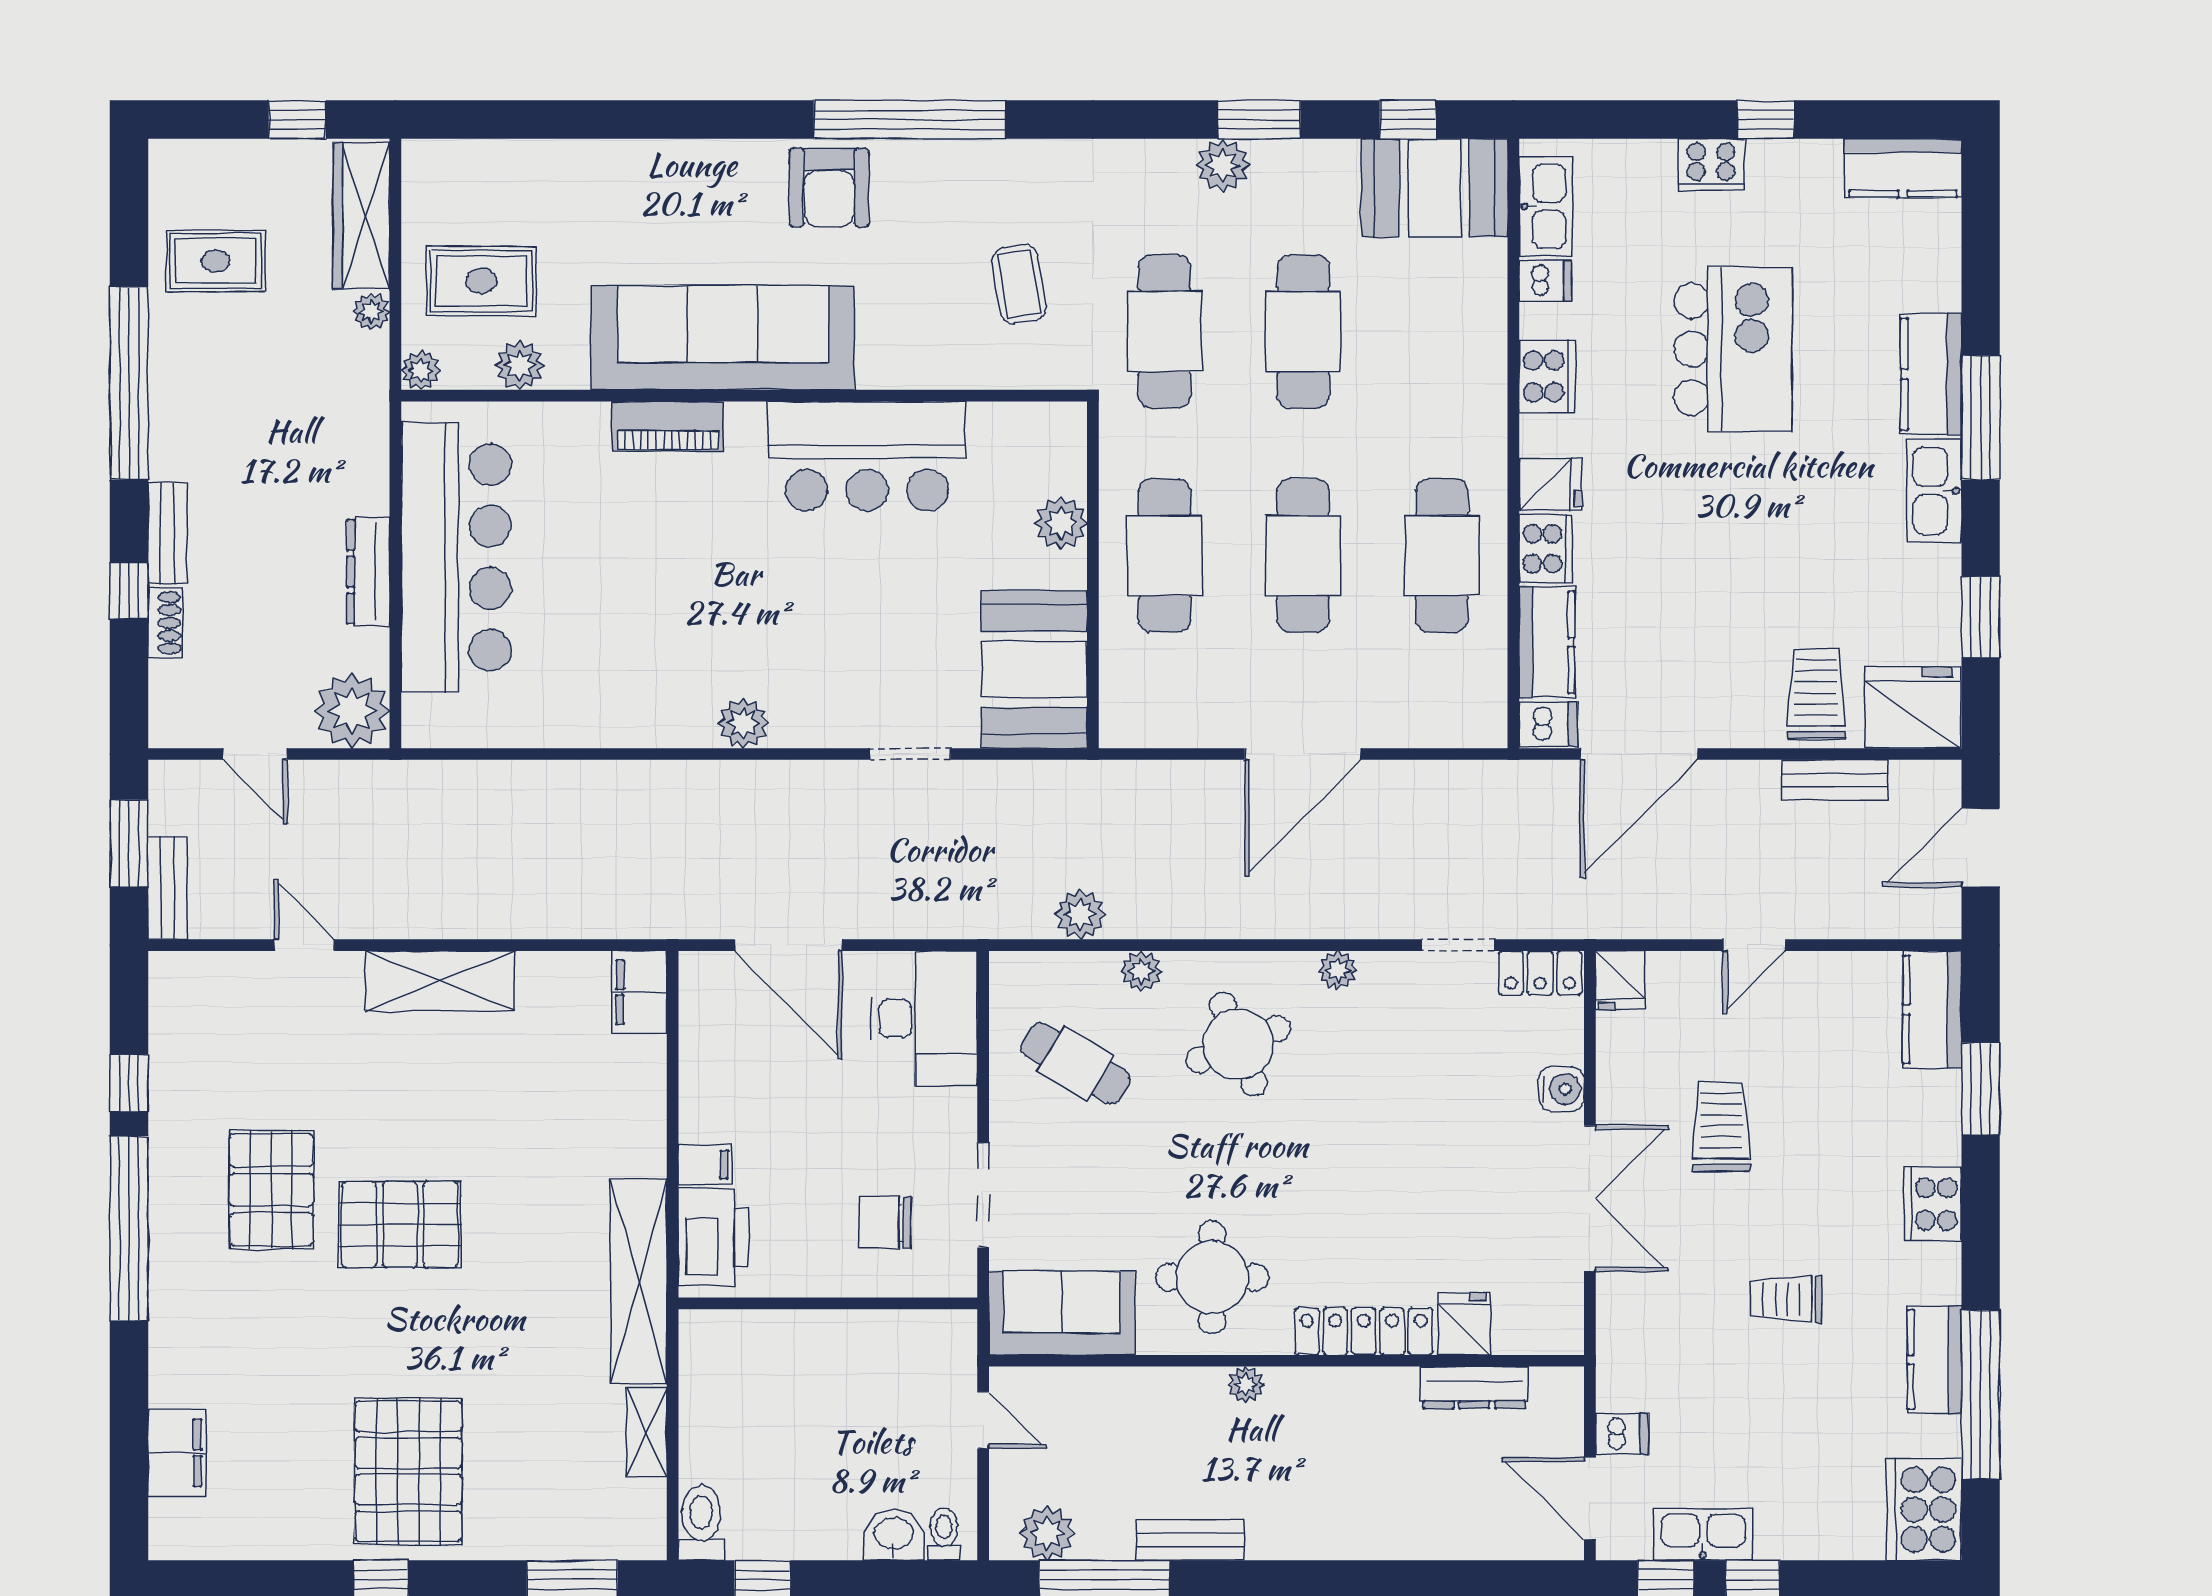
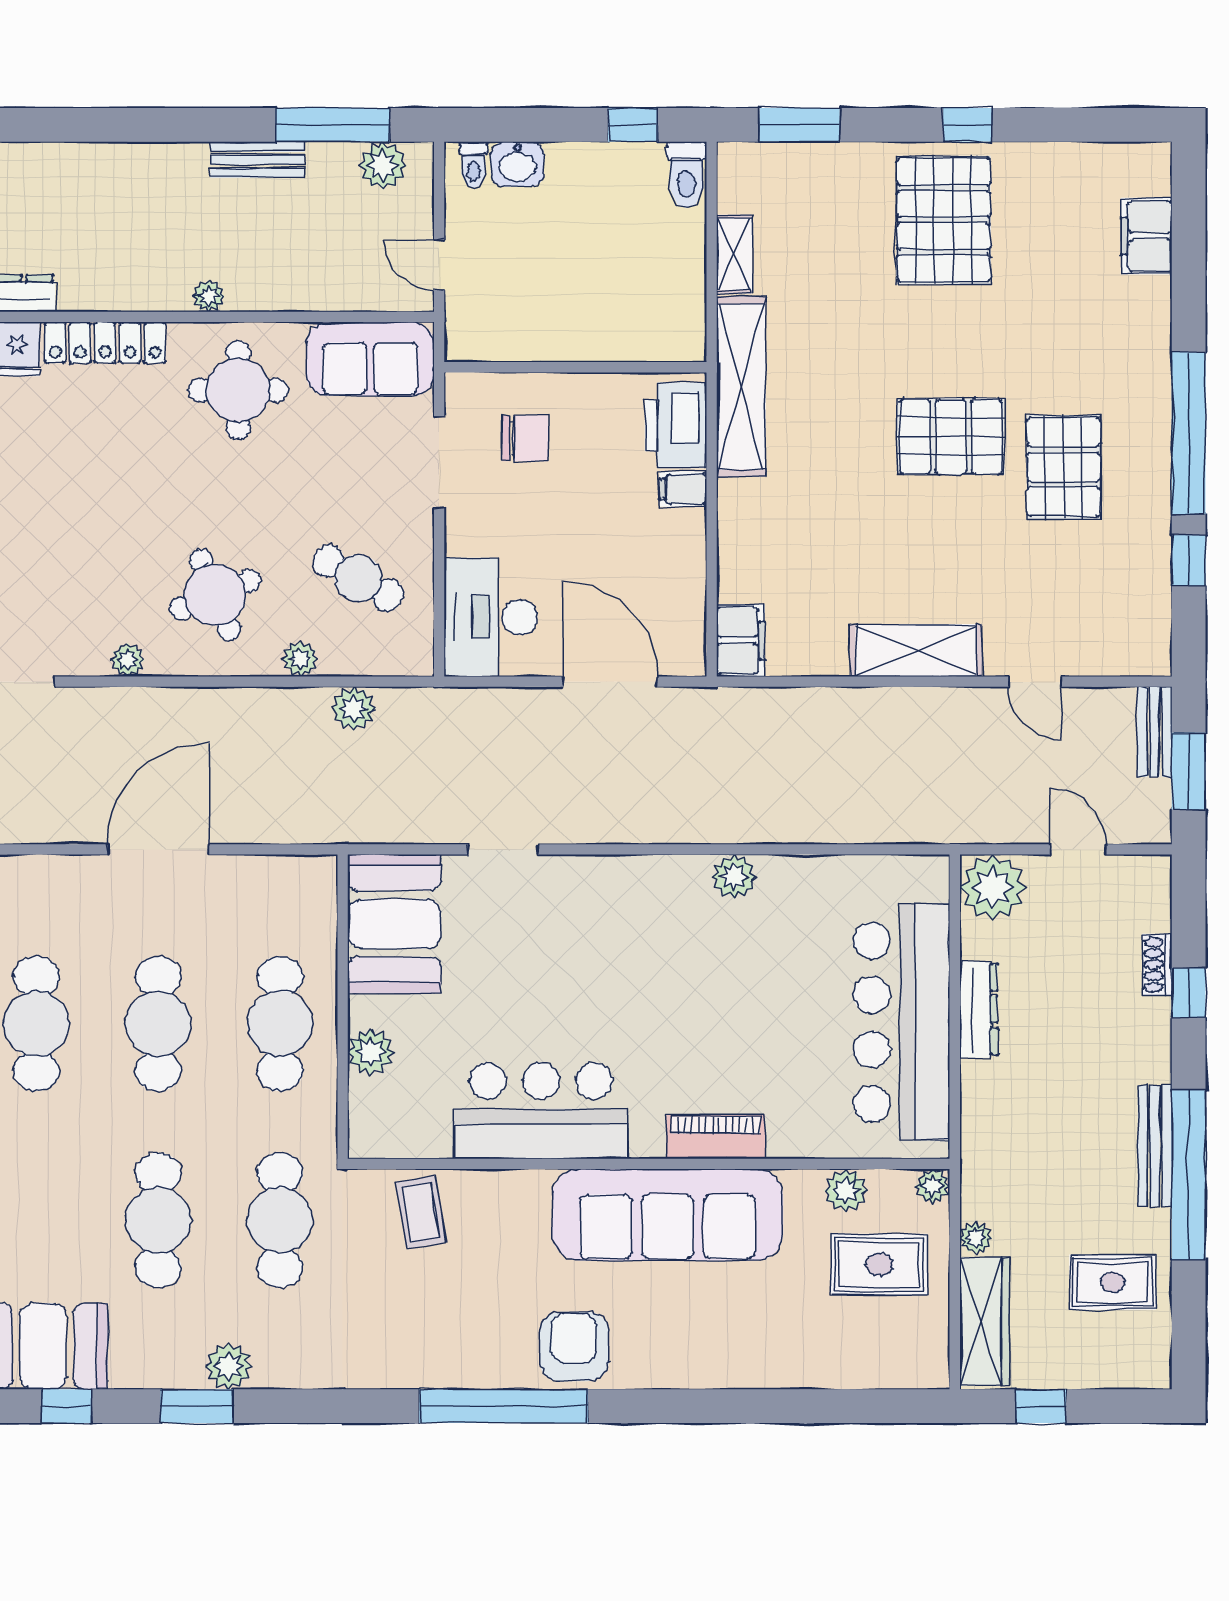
coffee table: (1019, 284) -> (421, 1212), moved
bench: (167, 533) -> (1155, 1146), moved, width x1.36
plant: (743, 723) -> (734, 877), moved

